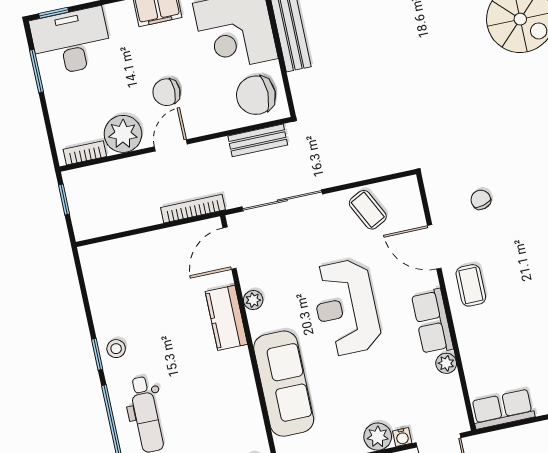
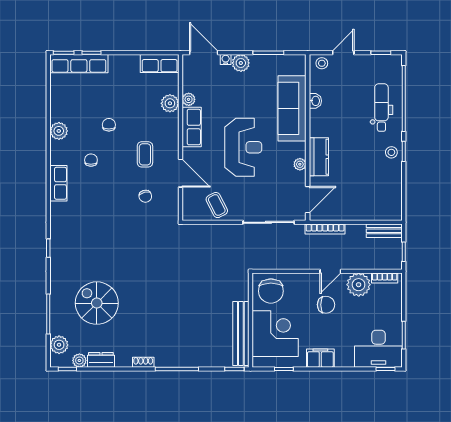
chair: (256, 95) -> (271, 291), turned 90
bench: (258, 140) -> (384, 231), moved
coffee table: (471, 285) -> (145, 154), moved
plant: (474, 351) -> (170, 103), added
washbasin: (250, 403) -> (315, 101), added

